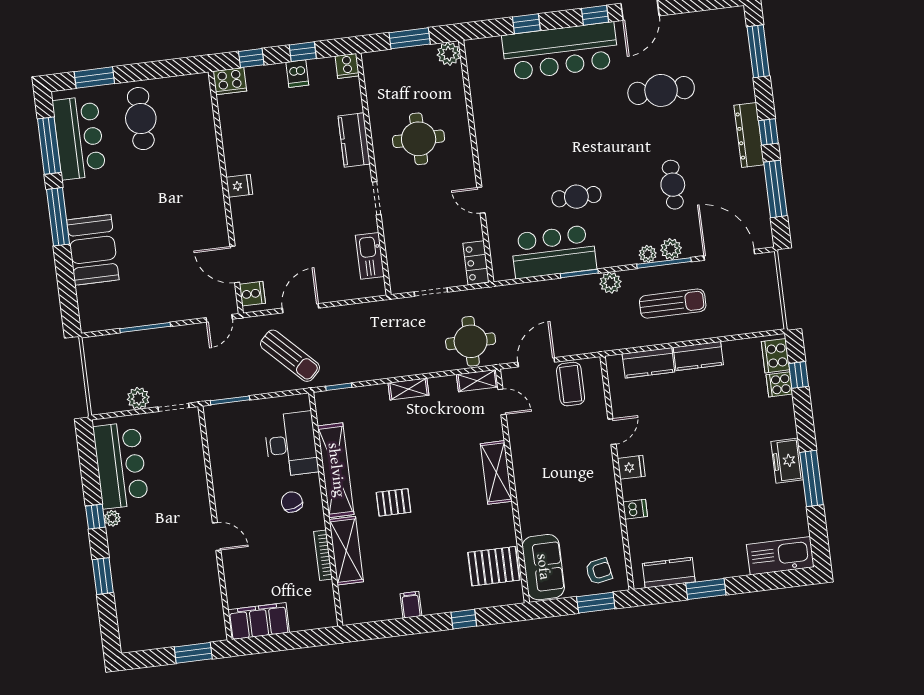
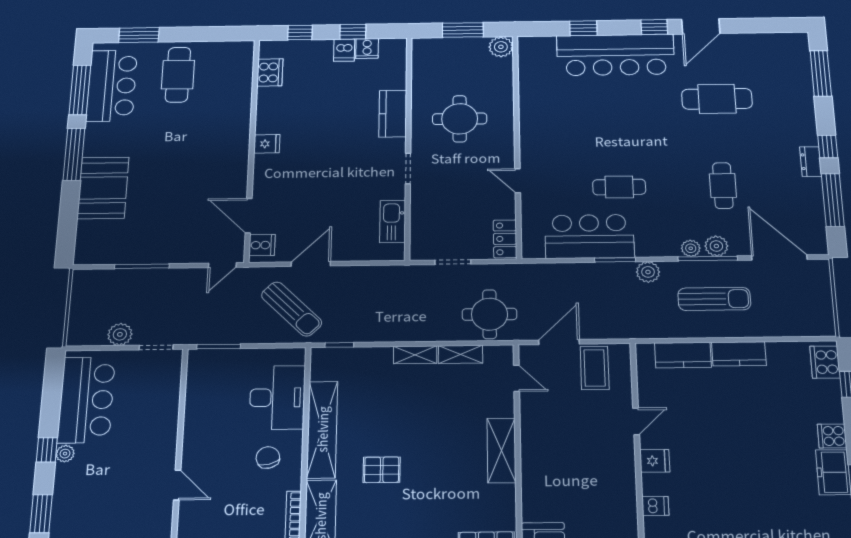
cooker: (347, 66) -> (367, 48), moved
cooker: (230, 81) -> (270, 72), moved, turned -90
dresser: (749, 135) -> (811, 162), width x0.51, depth x0.80
shelving: (477, 381) -> (460, 354), moved
cooker: (779, 384) -> (832, 436), moved

